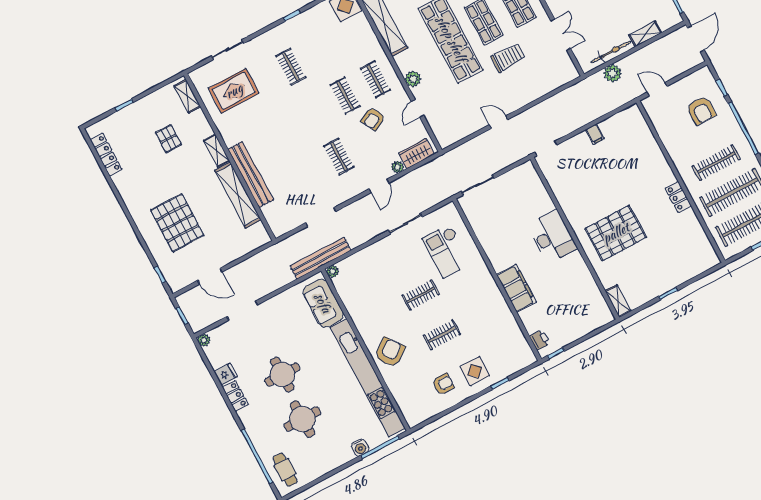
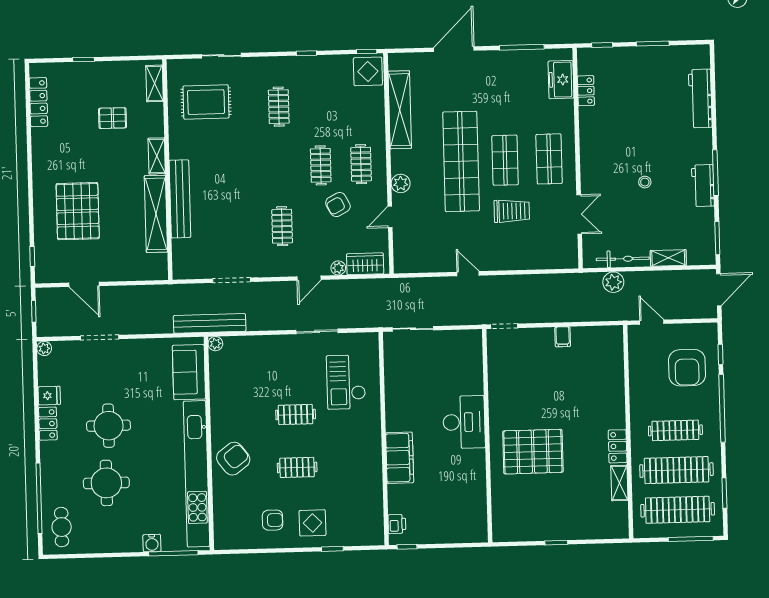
armchair: (701, 110) -> (687, 368), width x1.36, depth x1.36
pallet: (168, 139) -> (113, 118), turned 90
shelving: (618, 301) -> (619, 483), moved

